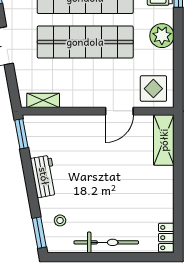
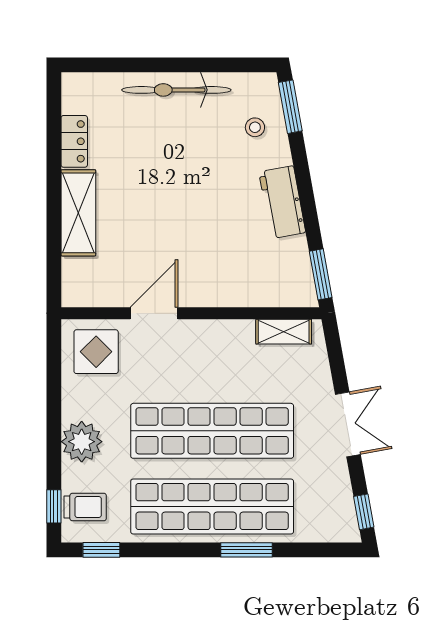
shelving: (164, 140) -> (78, 213), moved
locker: (166, 238) -> (74, 141), moved

